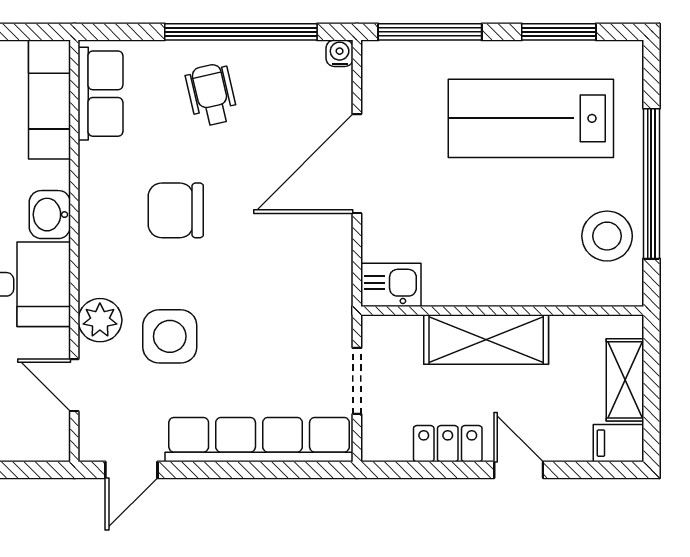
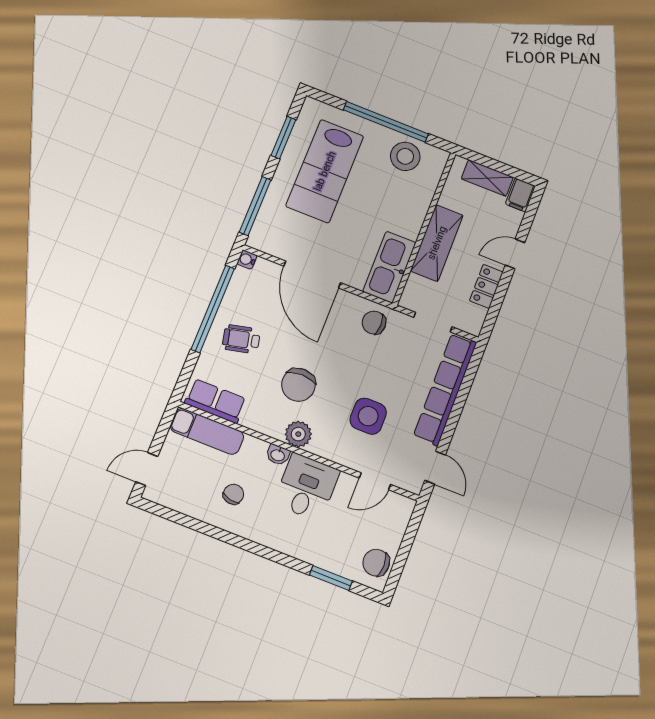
washbasin: (50, 215) -> (278, 455), width x0.72, depth x0.69
kitchen sink: (391, 285) -> (389, 267), width x1.87, depth x1.24
chair: (319, 289) -> (374, 323), added
plant: (100, 320) -> (298, 434), moved

